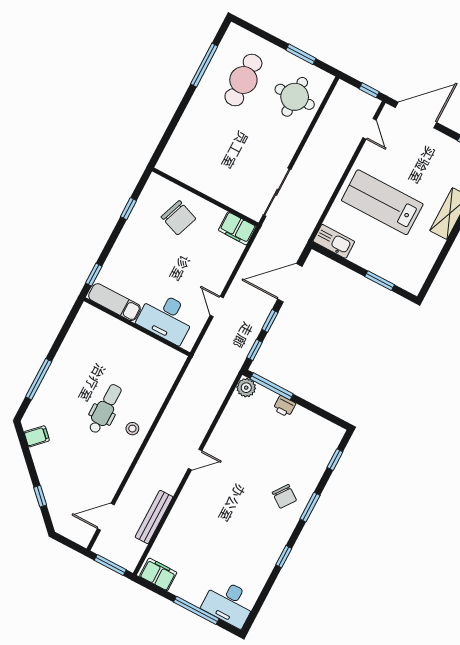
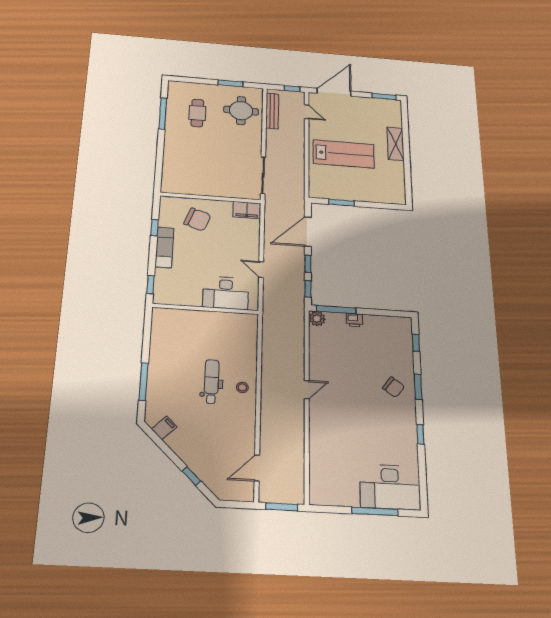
cafe table: (243, 80) -> (197, 113), width x0.73, depth x0.74
lab bench: (382, 202) -> (344, 154), turned 180
kitchen sink: (334, 241) -> (324, 192), removed
window: (380, 281) -> (341, 203), moved
exam couch: (114, 302) -> (164, 247), moved, turned 90
bench: (154, 517) -> (272, 111), moved
filing cabinet: (158, 574) -> (327, 496), removed
desk: (229, 603) -> (390, 487), width x1.36, depth x1.30

